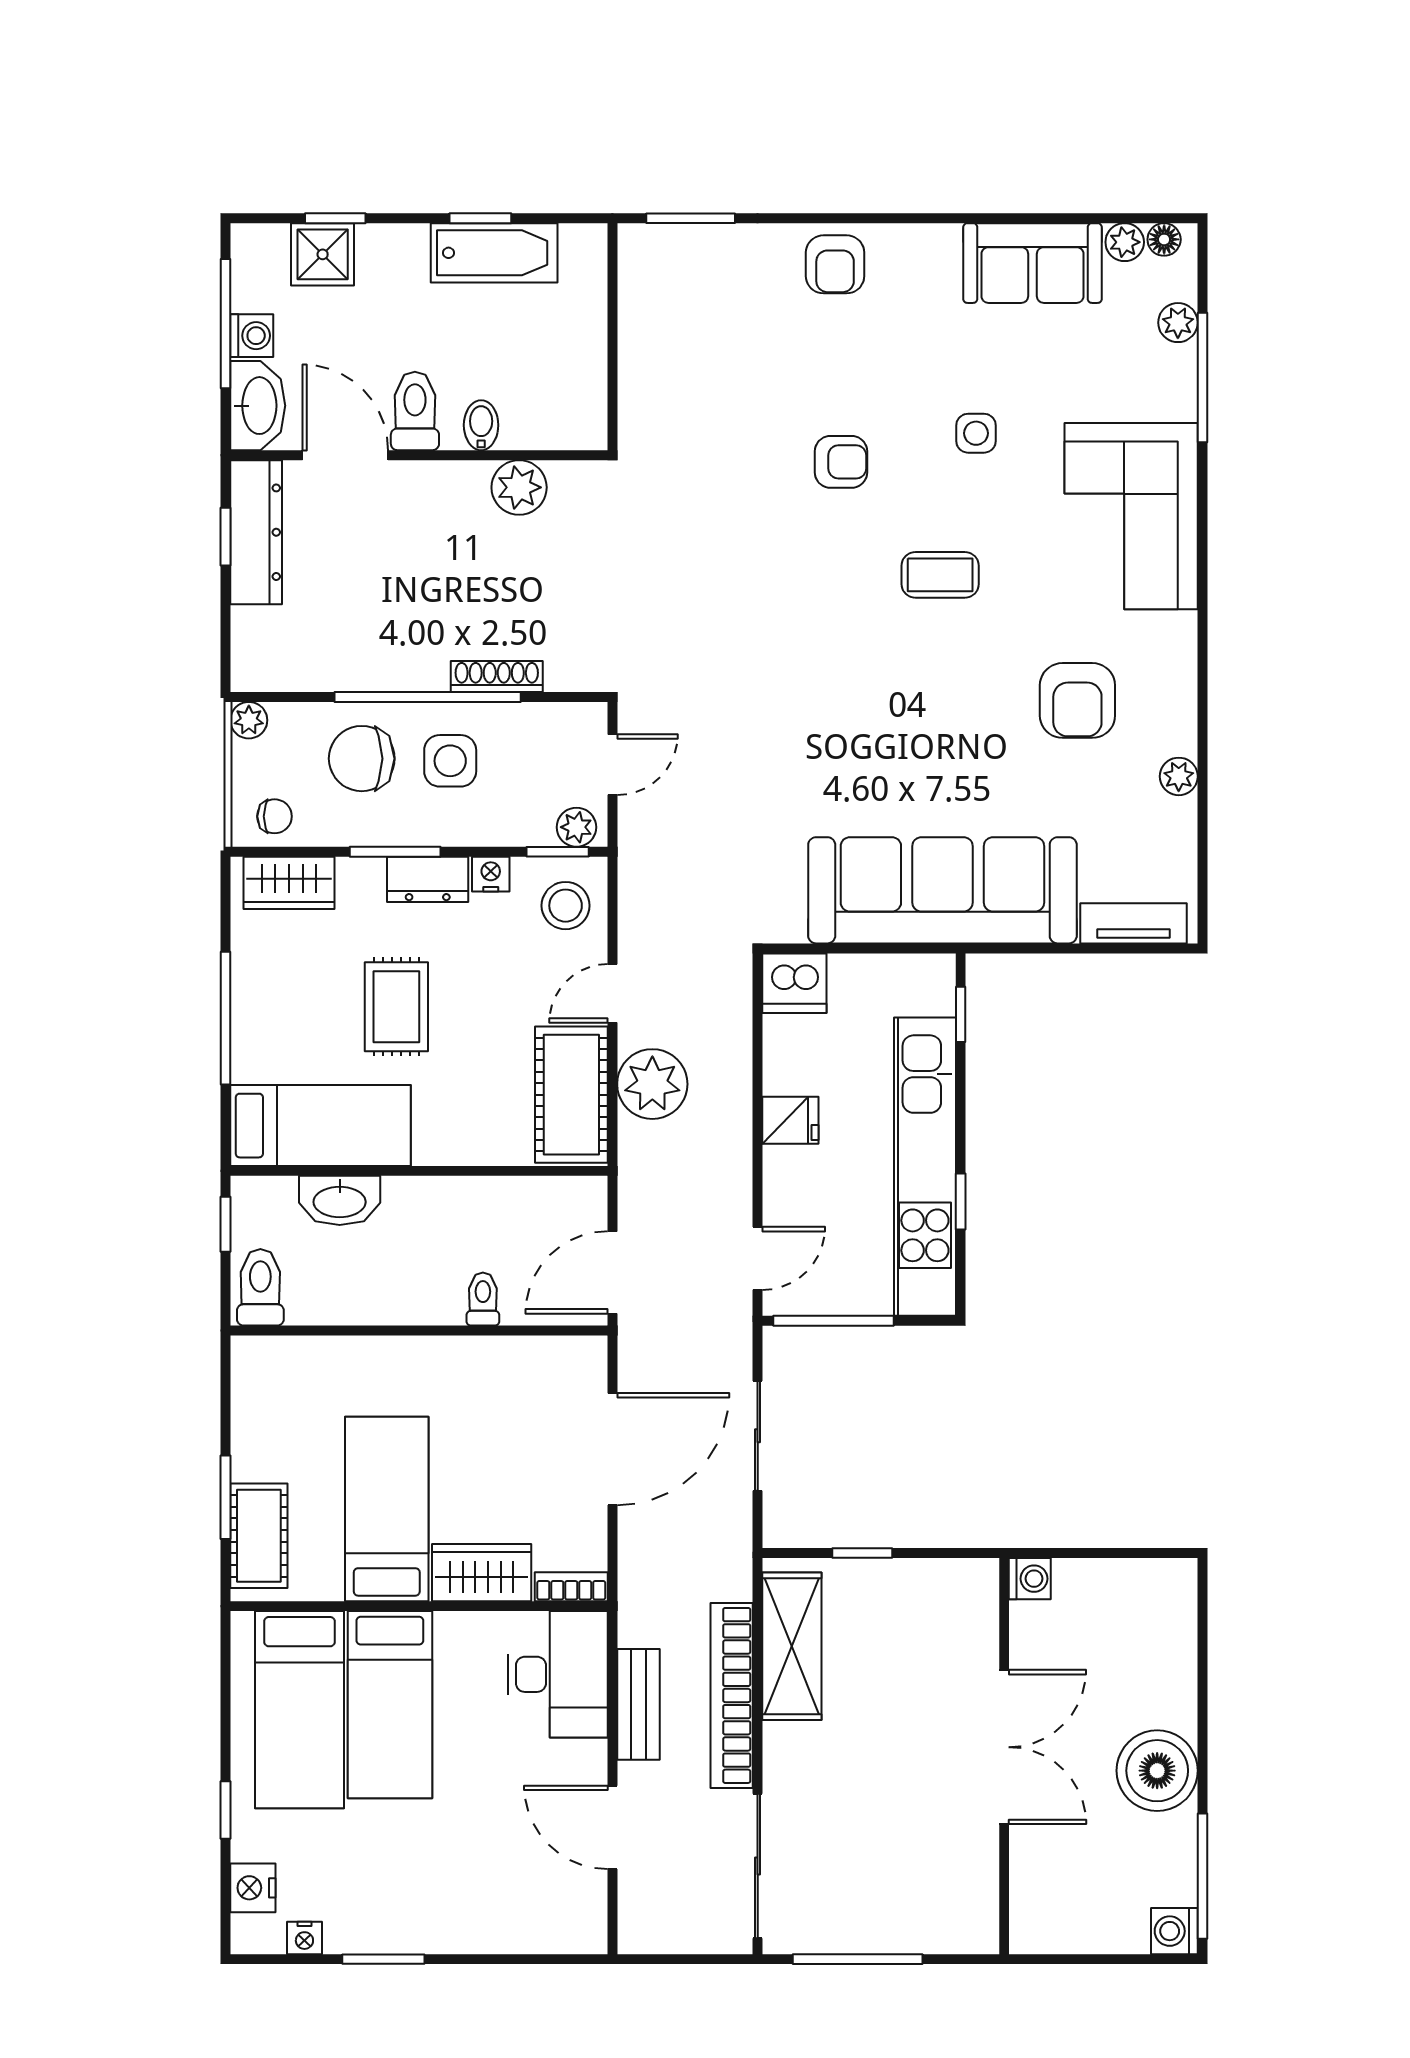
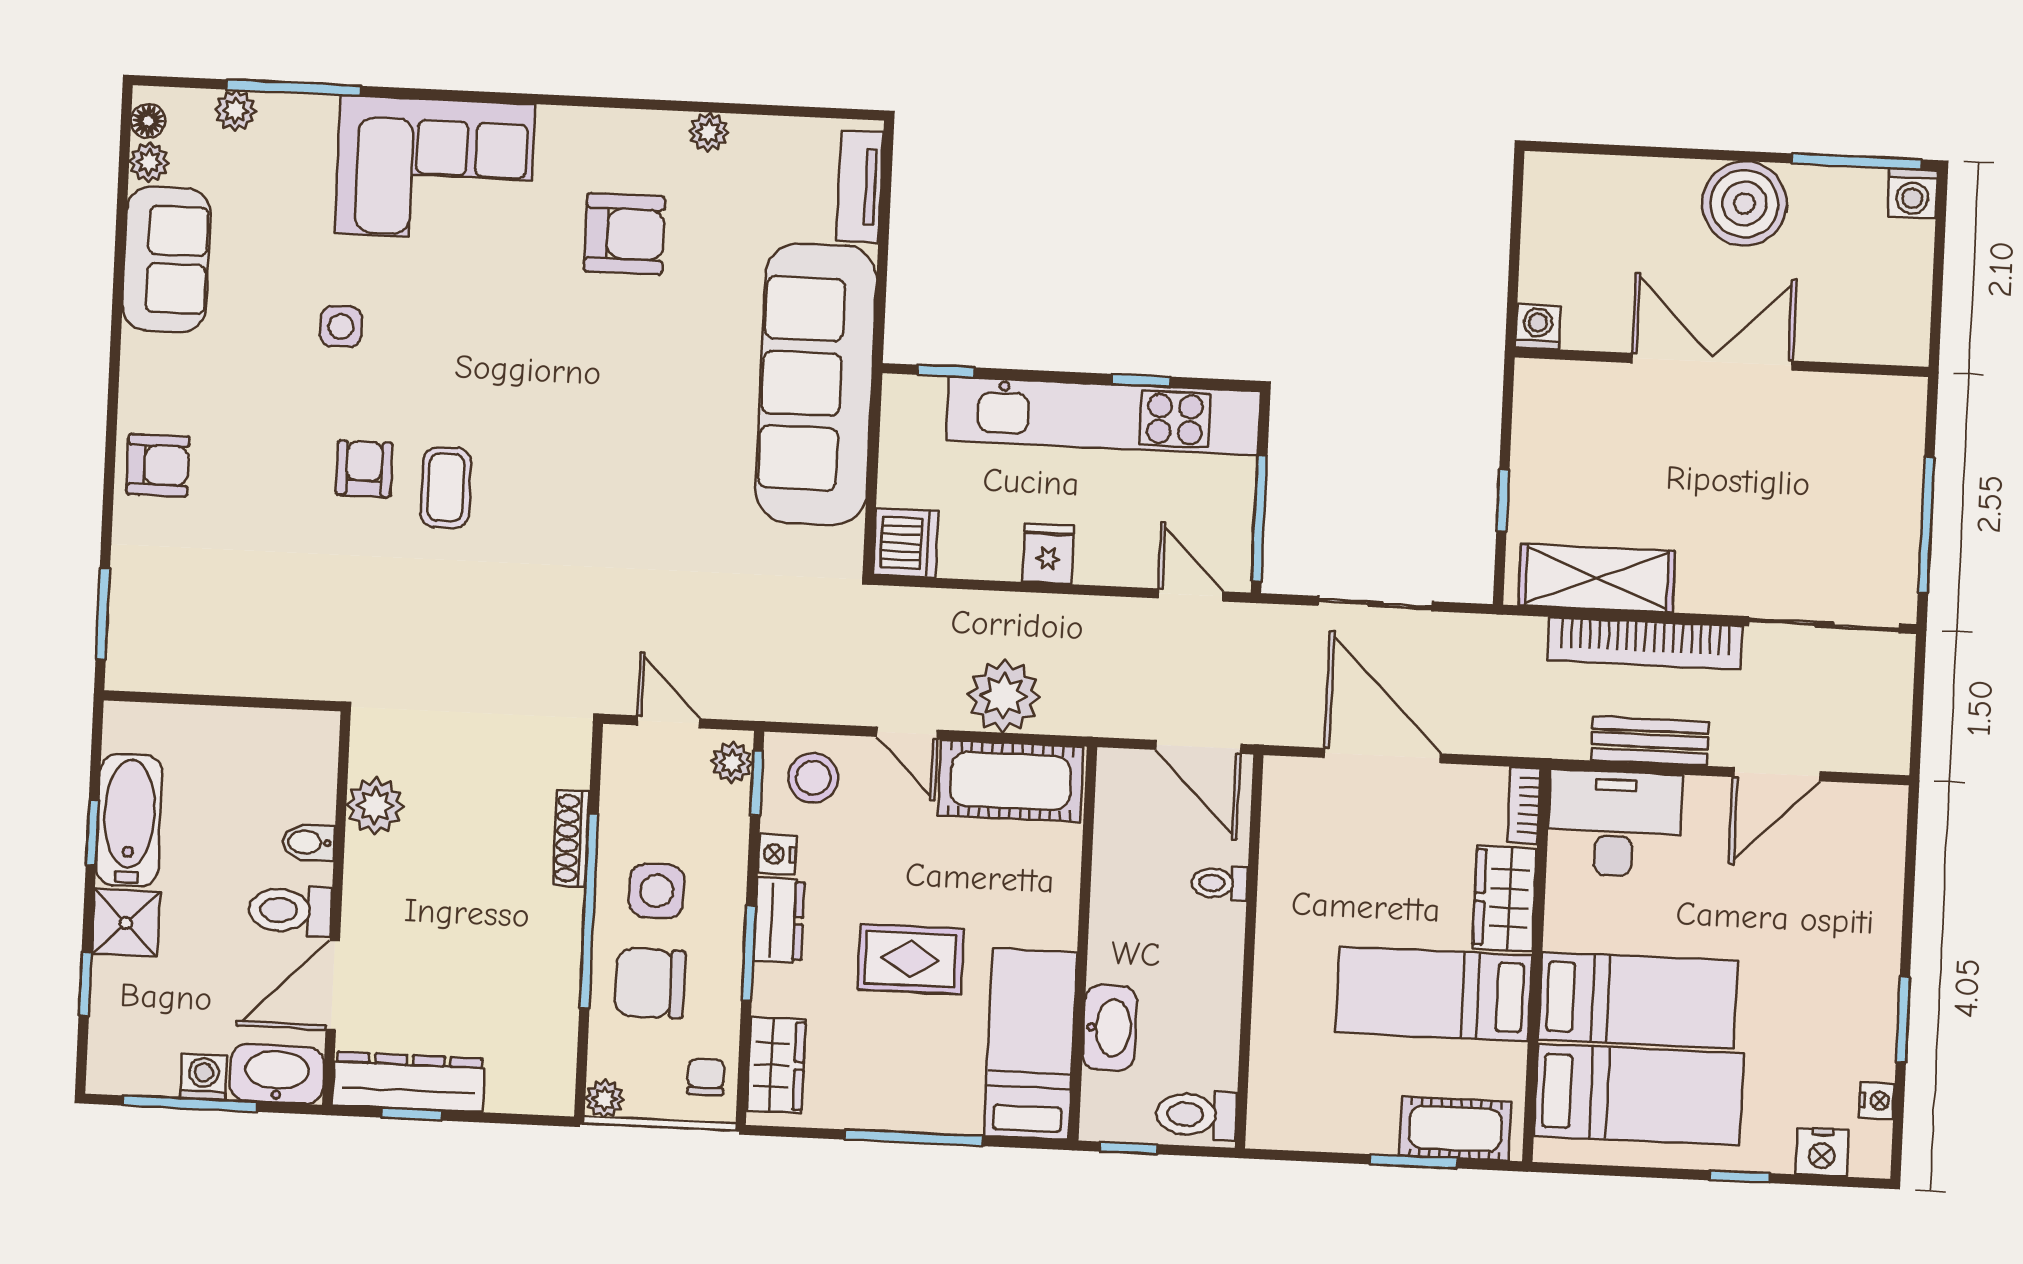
shower: (323, 254) -> (126, 923), moved
coffee table: (940, 575) -> (446, 488), moved
chair: (362, 759) -> (650, 983), turned 90

